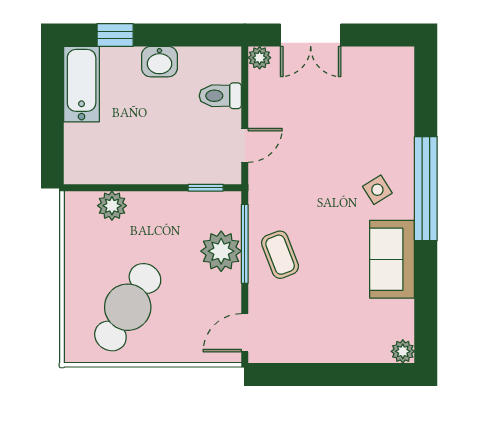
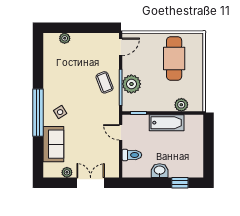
plant: (260, 58) -> (67, 172), moved
bathtub: (82, 84) -> (167, 123), moved, turned -90
door: (245, 145) -> (121, 132), hinge flipped
sofa: (392, 259) -> (53, 144), moved
cafe table: (128, 307) -> (174, 58), turned -31
plant: (403, 351) -> (65, 38), moved

